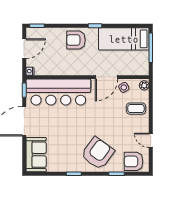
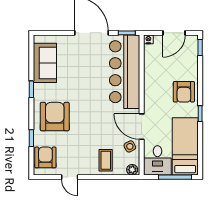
armchair: (76, 40) -> (184, 92), turned 180
door: (24, 49) -> (174, 33), hinge flipped
desk: (136, 63) -> (157, 160), added
door: (151, 140) -> (70, 177), swing flipped
armchair: (98, 153) -> (55, 117), turned -126
sofa: (36, 155) -> (45, 63), moved, turned -90

